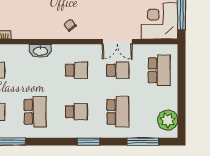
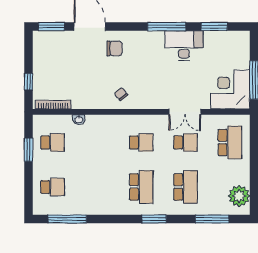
chair: (70, 25) -> (121, 94), moved
washbasin: (40, 51) -> (79, 119), moved, width x0.52, depth x0.69
school desk: (35, 112) -> (97, 187), removed
school desk: (76, 112) -> (141, 187), width x1.85

